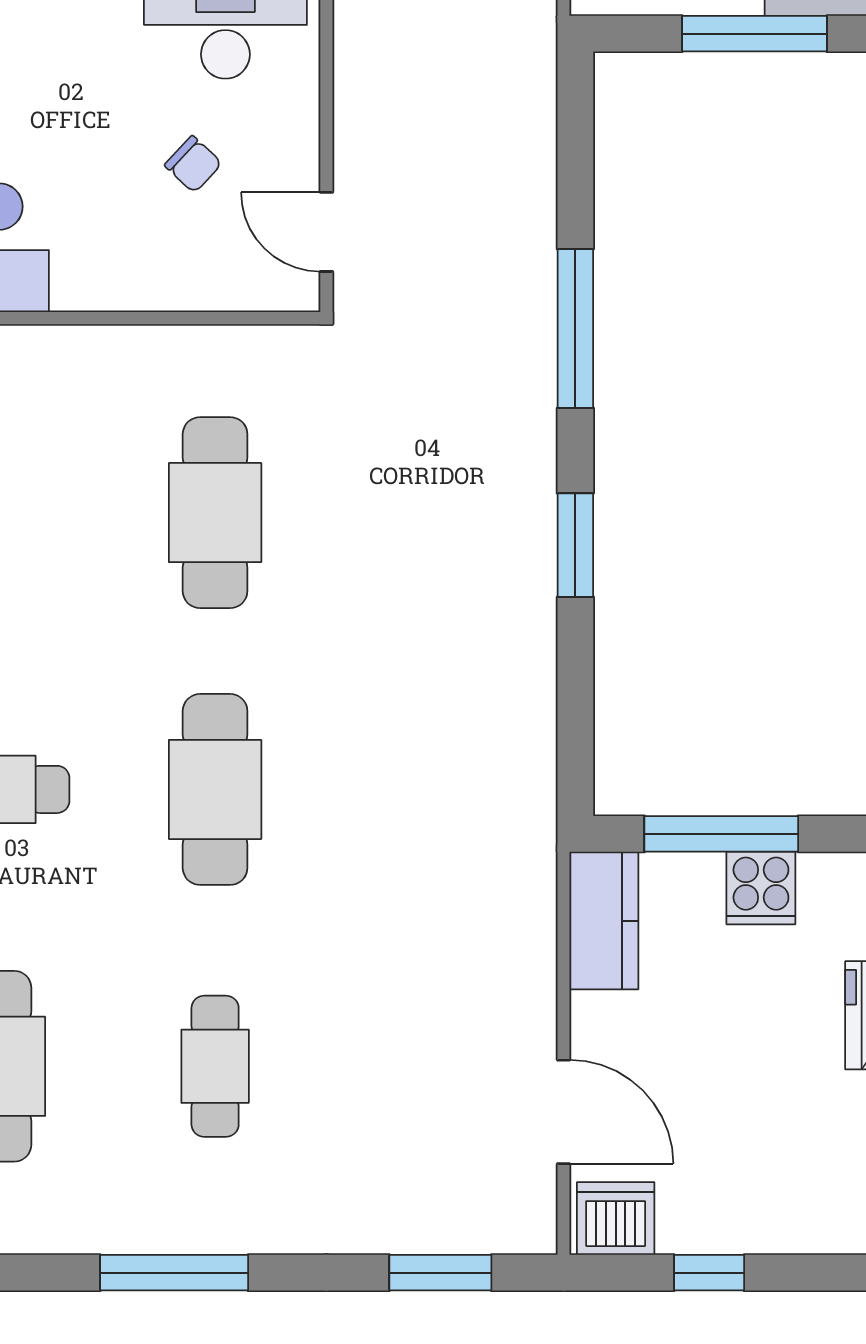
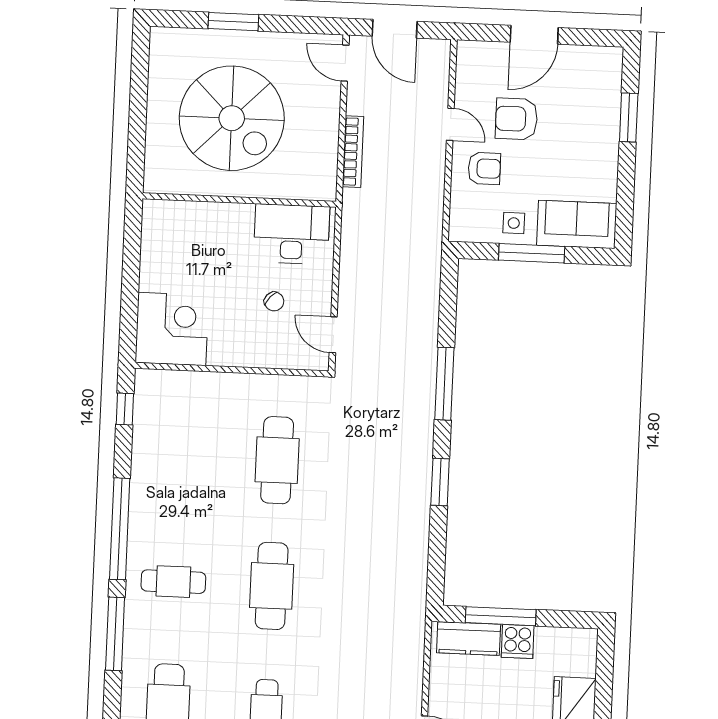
kitchen counter: (604, 921) -> (469, 639), moved, turned 90

